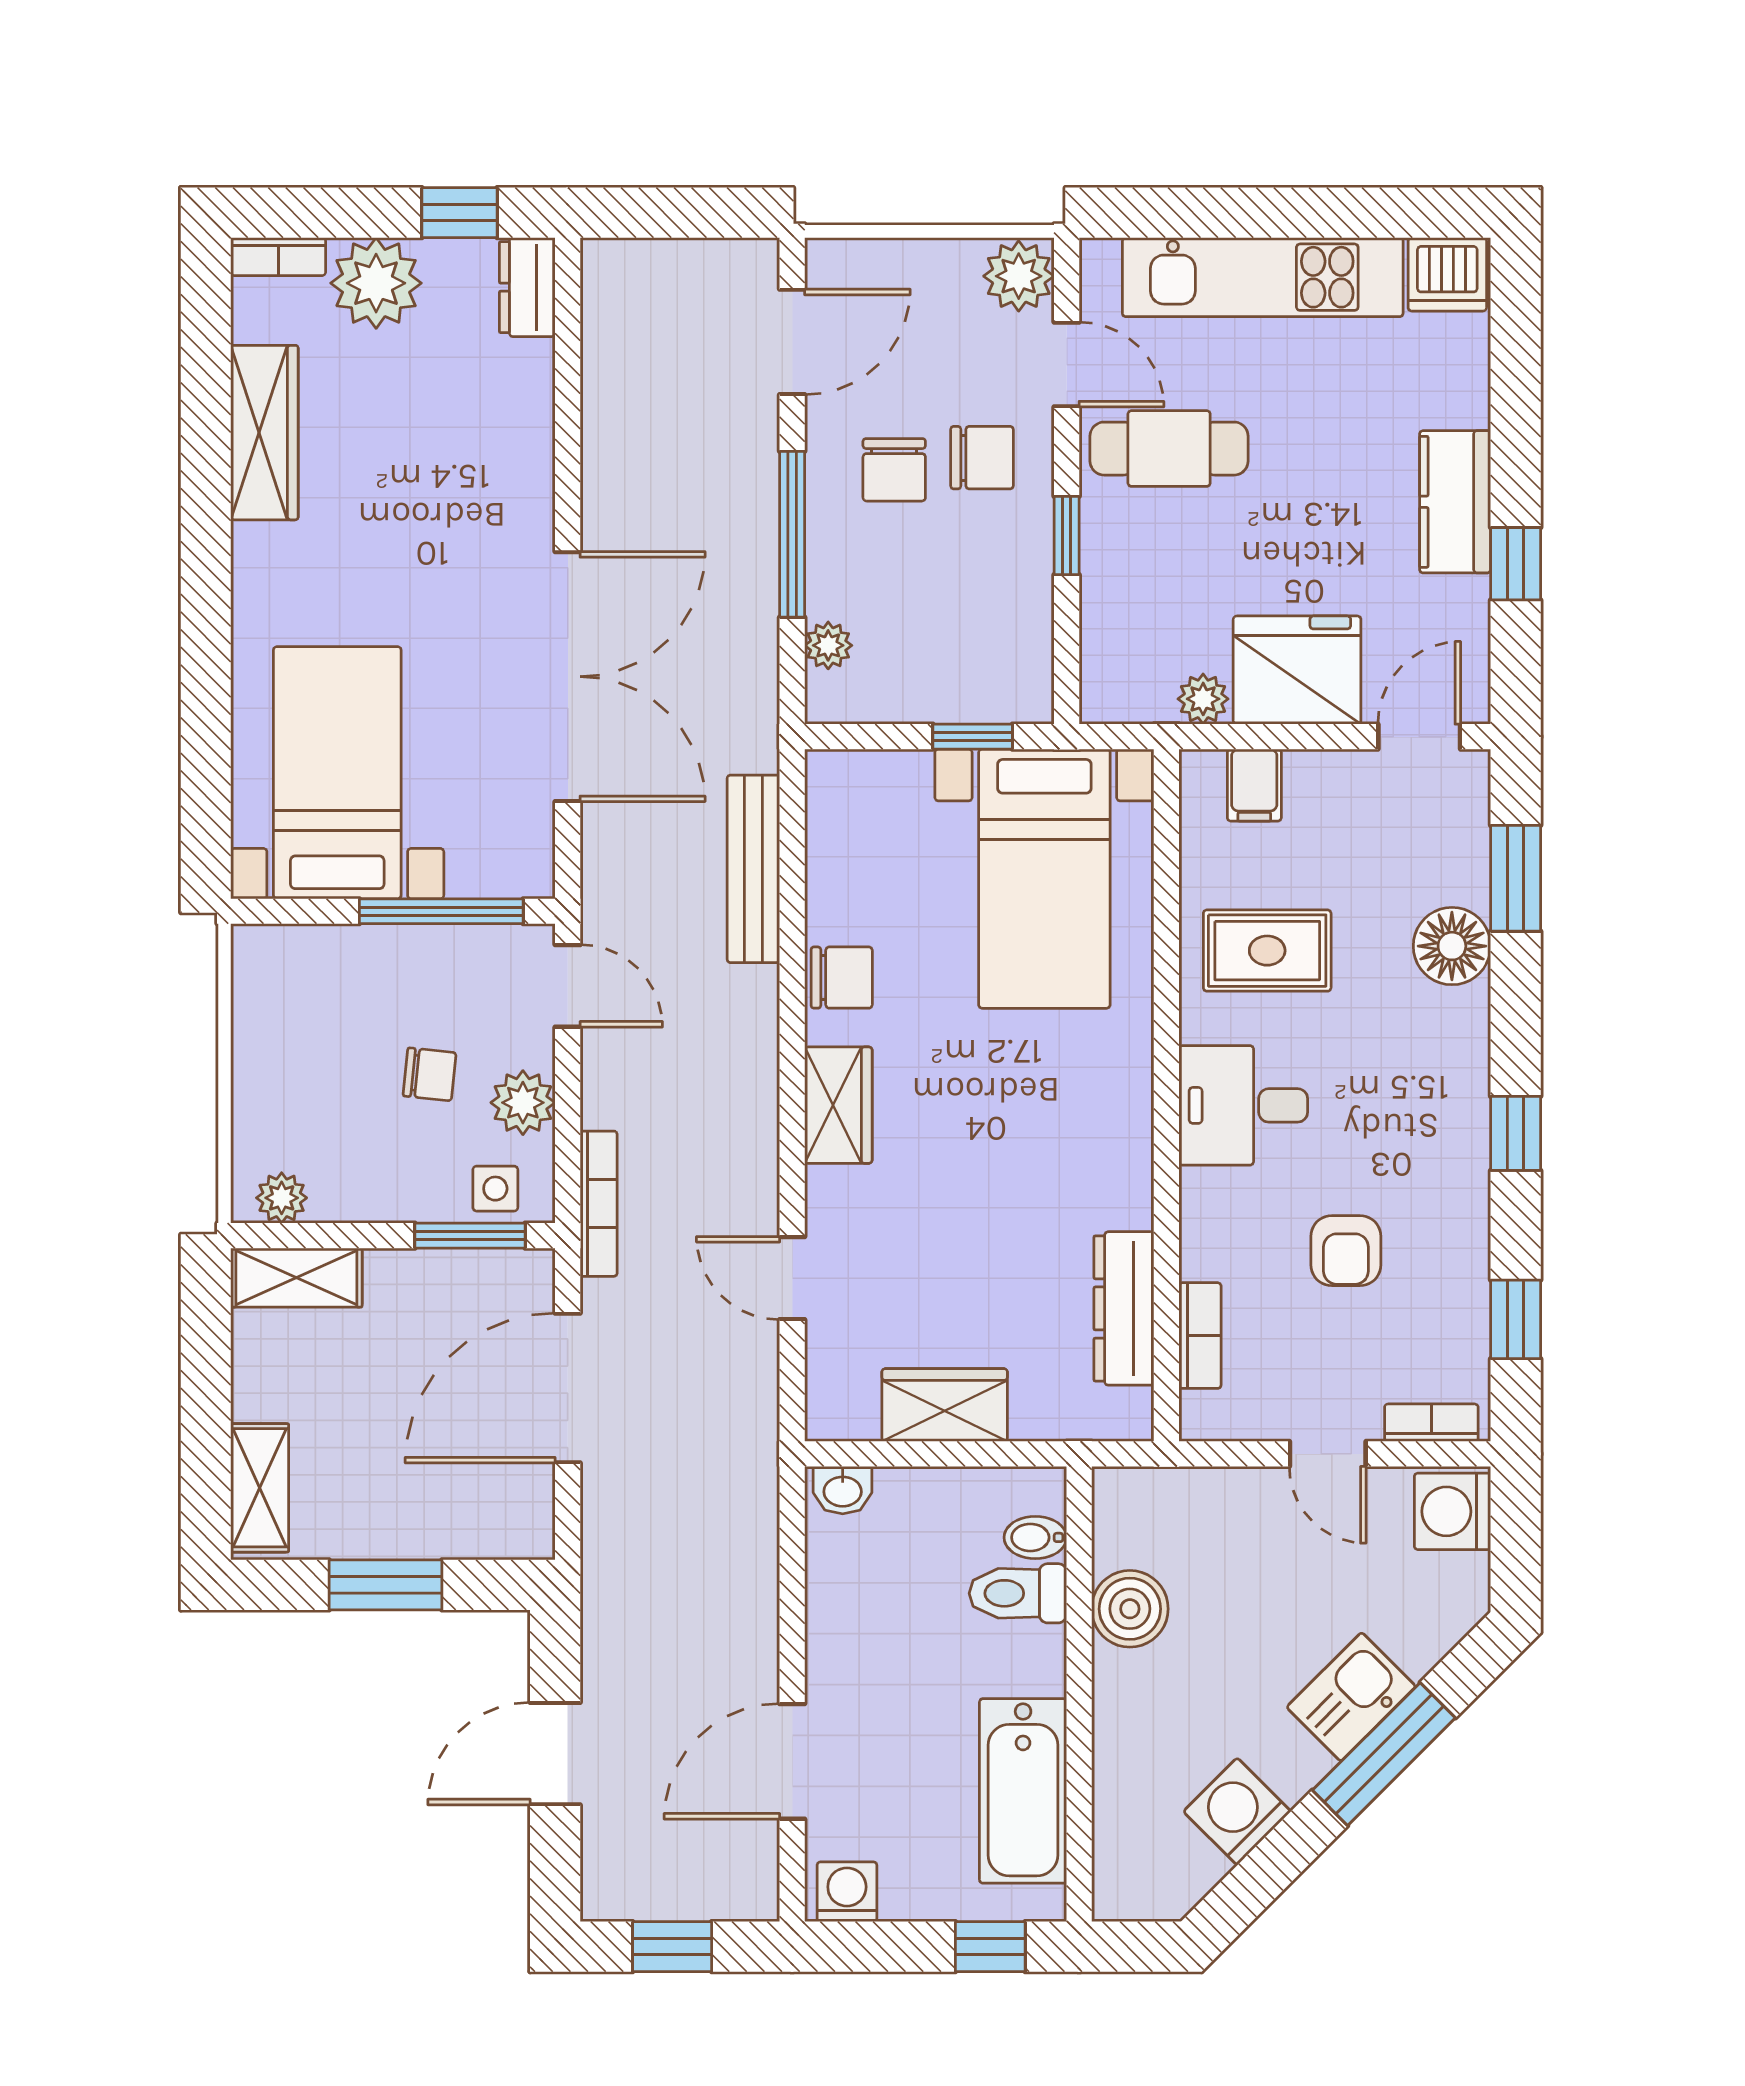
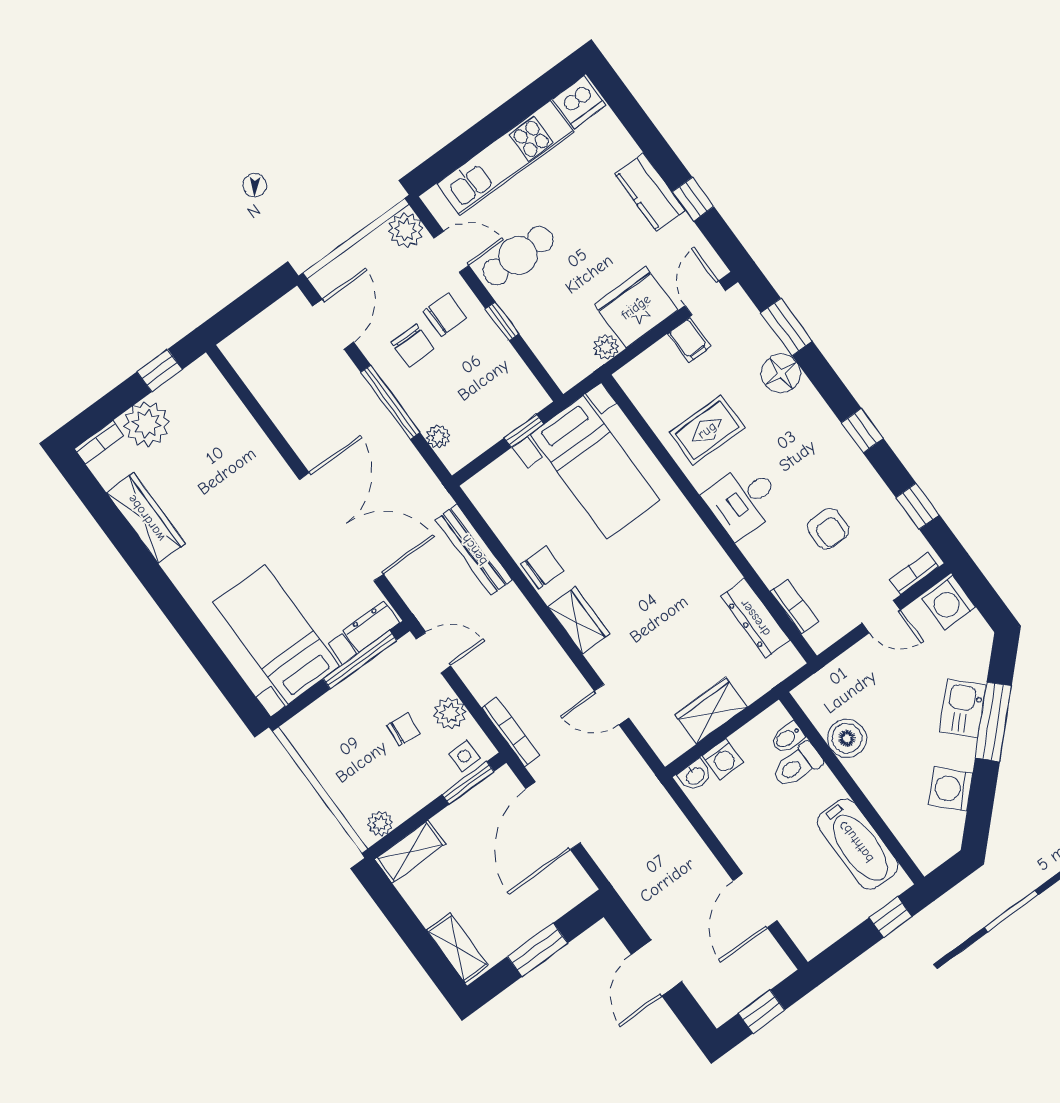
dresser: (527, 287) -> (371, 626), moved, turned 90
filing cabinet: (1254, 785) -> (689, 340), moved
washing machine: (847, 1892) -> (723, 759), moved, turned 180

